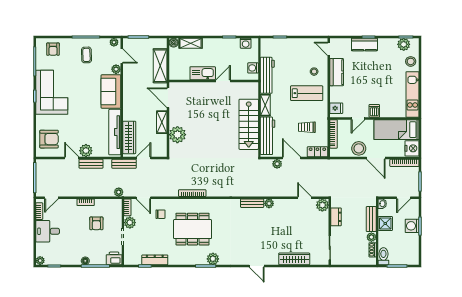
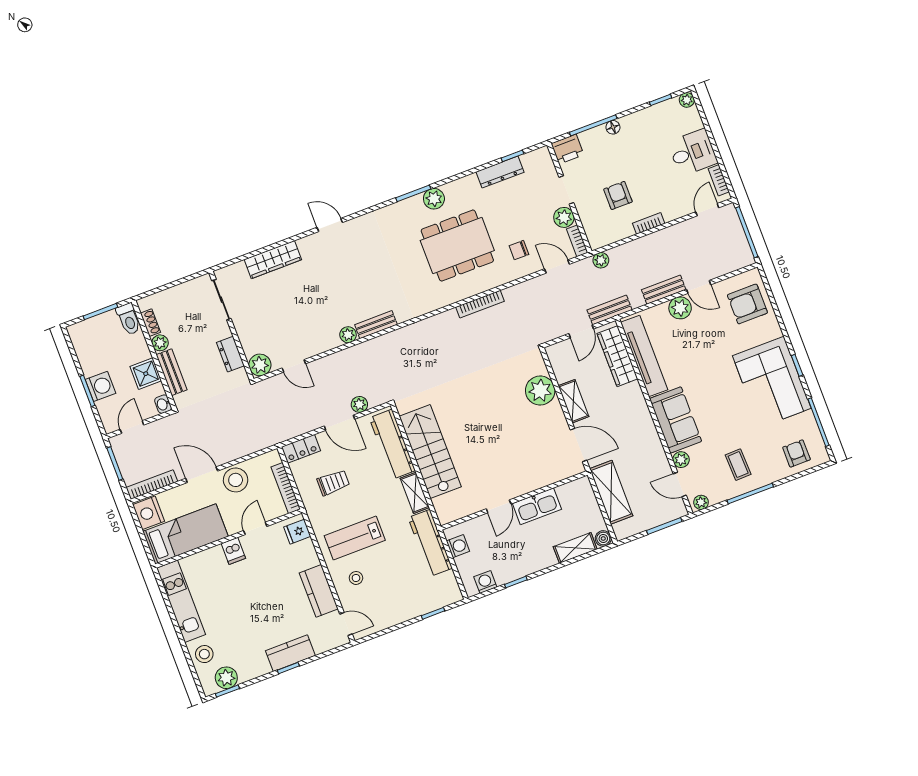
plant: (213, 259) -> (434, 199), moved

